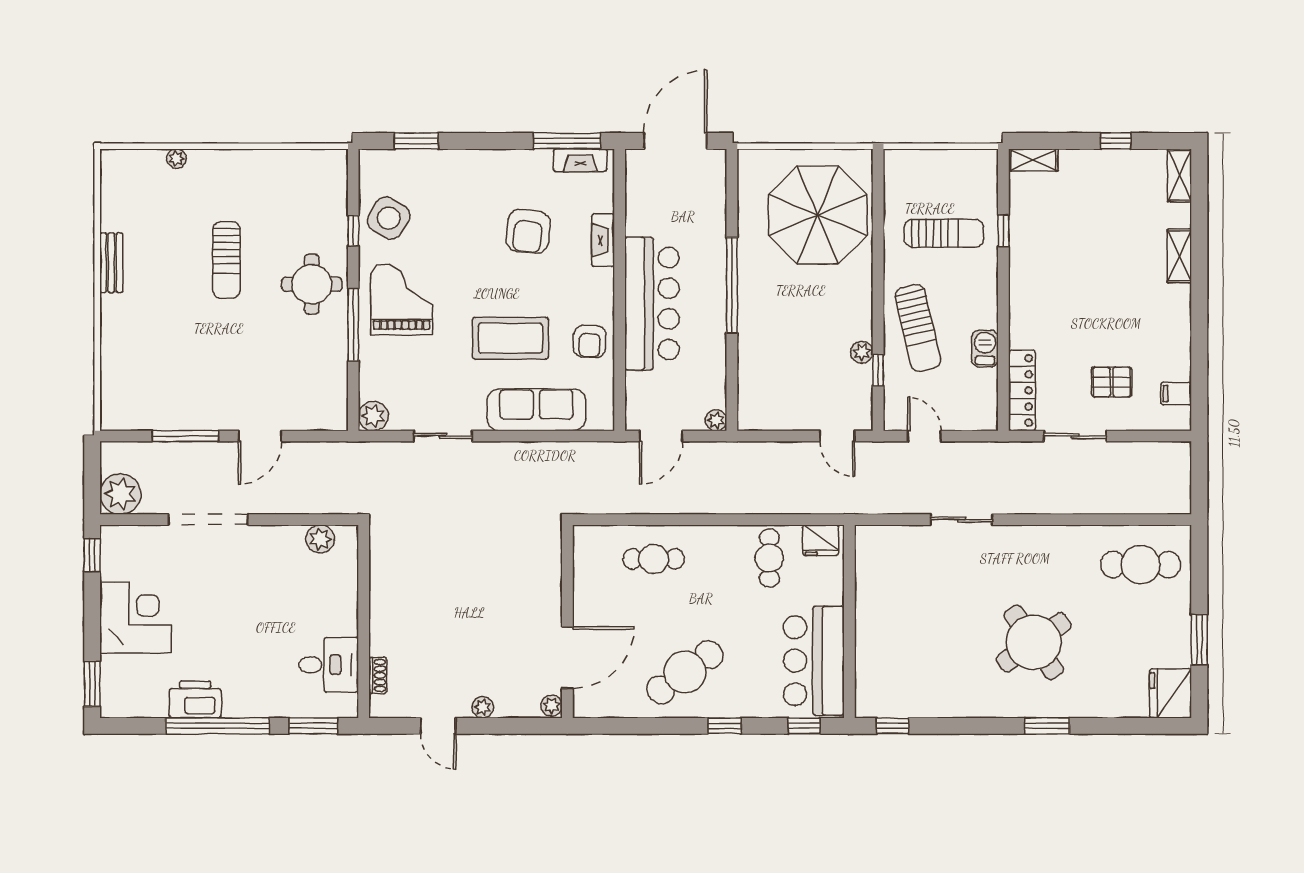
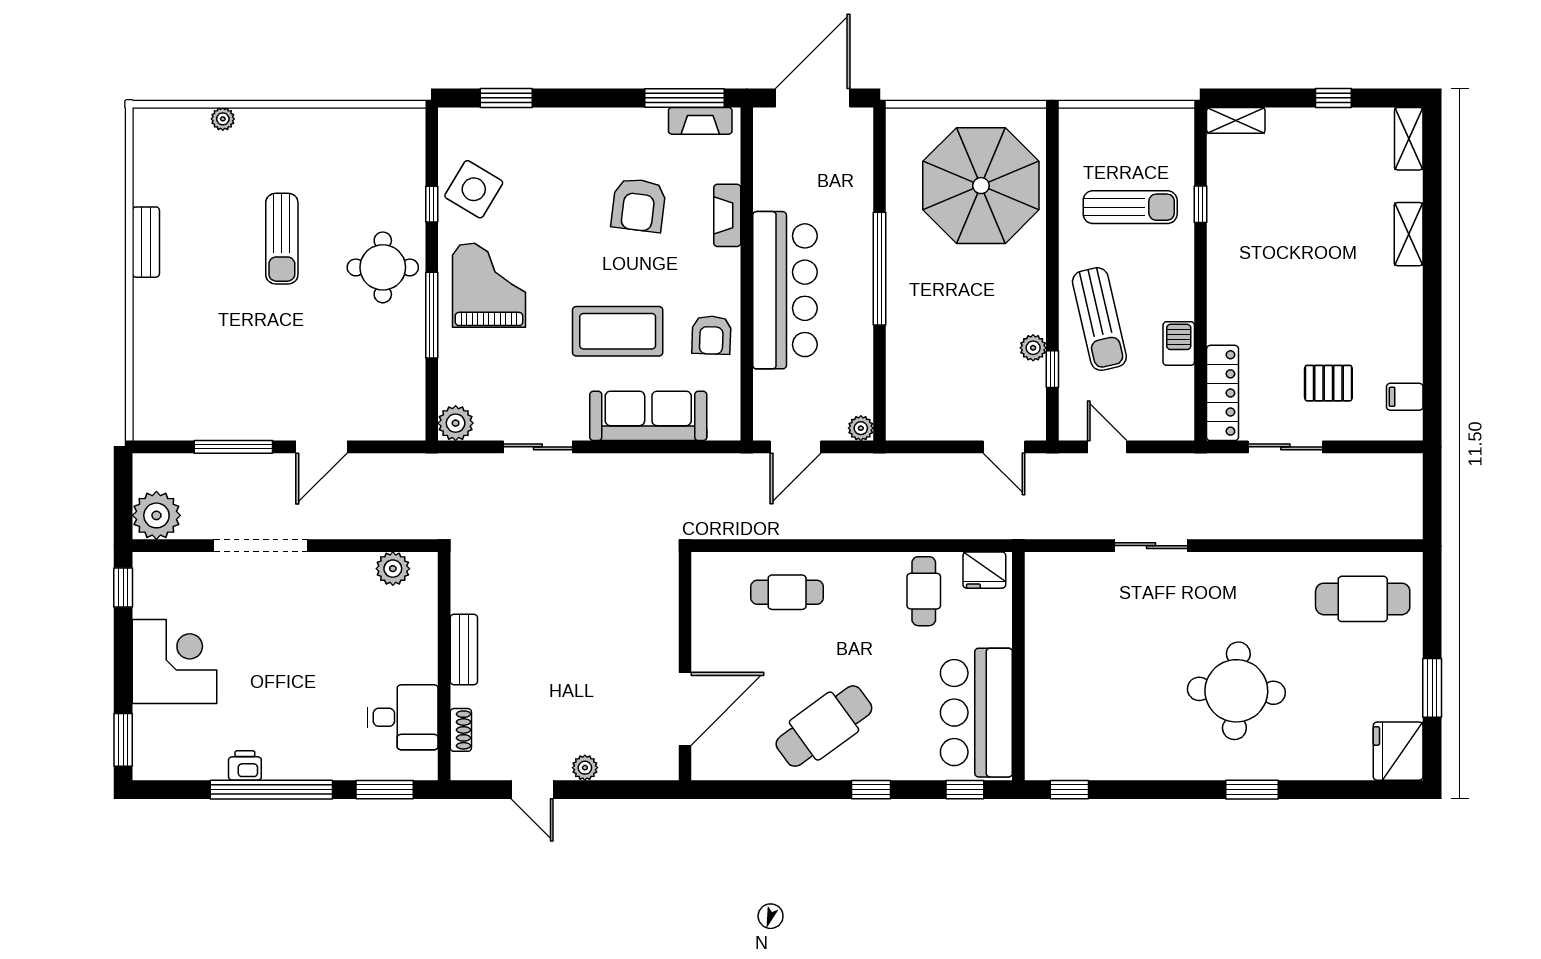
bench: (380, 607) -> (464, 649), added
round table: (1034, 642) -> (1236, 691), turned 38
printer: (195, 699) -> (245, 765), width x0.53, depth x0.68
plant: (552, 706) -> (666, 766), removed

